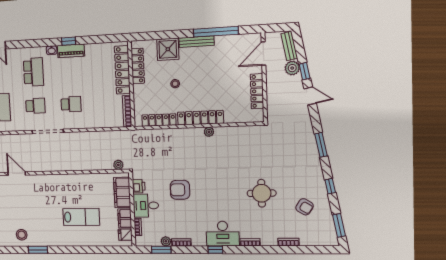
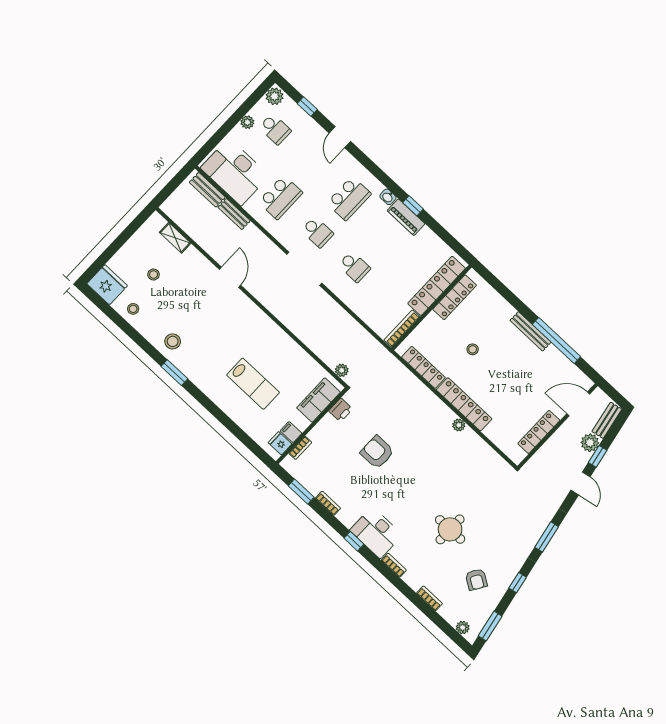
shower: (168, 49) -> (498, 311), removed
desk: (146, 206) -> (329, 435), removed
filing cabinet: (125, 218) -> (291, 432), width x0.50
plant: (166, 241) -> (463, 628), moved

